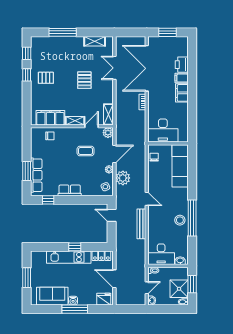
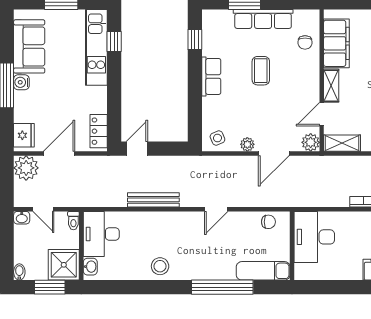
door: (92, 126) -> (322, 114), swing flipped
coffee table: (86, 151) -> (261, 71), moved
door: (114, 154) -> (274, 153), hinge flipped
exam couch: (180, 166) -> (263, 271), width x0.73, depth x0.69
row of seats: (36, 175) -> (263, 19), moved
plant: (123, 178) -> (26, 168), moved
door: (147, 199) -> (216, 209), moved
door: (112, 215) -> (137, 149), moved
window: (192, 218) -> (222, 287), moved
window: (75, 247) -> (114, 41), moved
kitchen unit: (69, 257) -> (96, 47), moved
shower: (179, 289) -> (64, 265), moved

